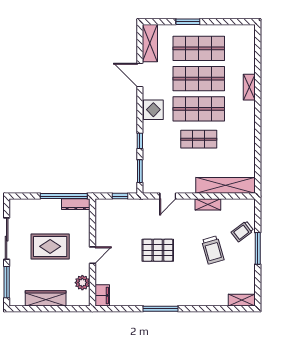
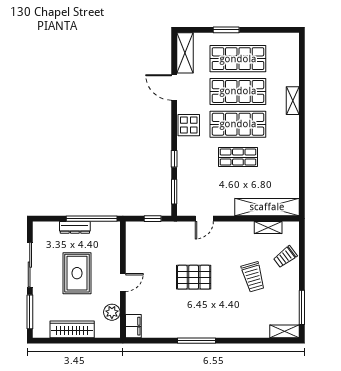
dresser: (76, 204) -> (75, 227), moved
shelving: (208, 204) -> (268, 228), moved
rug: (50, 246) -> (77, 273), turned 90
window: (258, 248) -> (302, 307), moved

